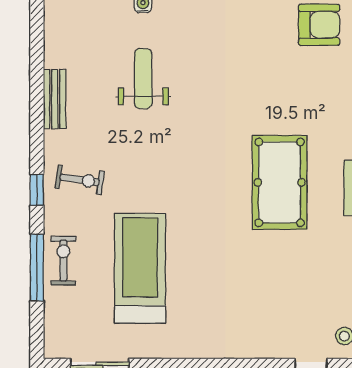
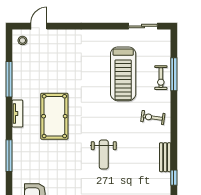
weight bench: (143, 79) -> (104, 154), moved
window: (37, 190) -> (174, 178), moved

